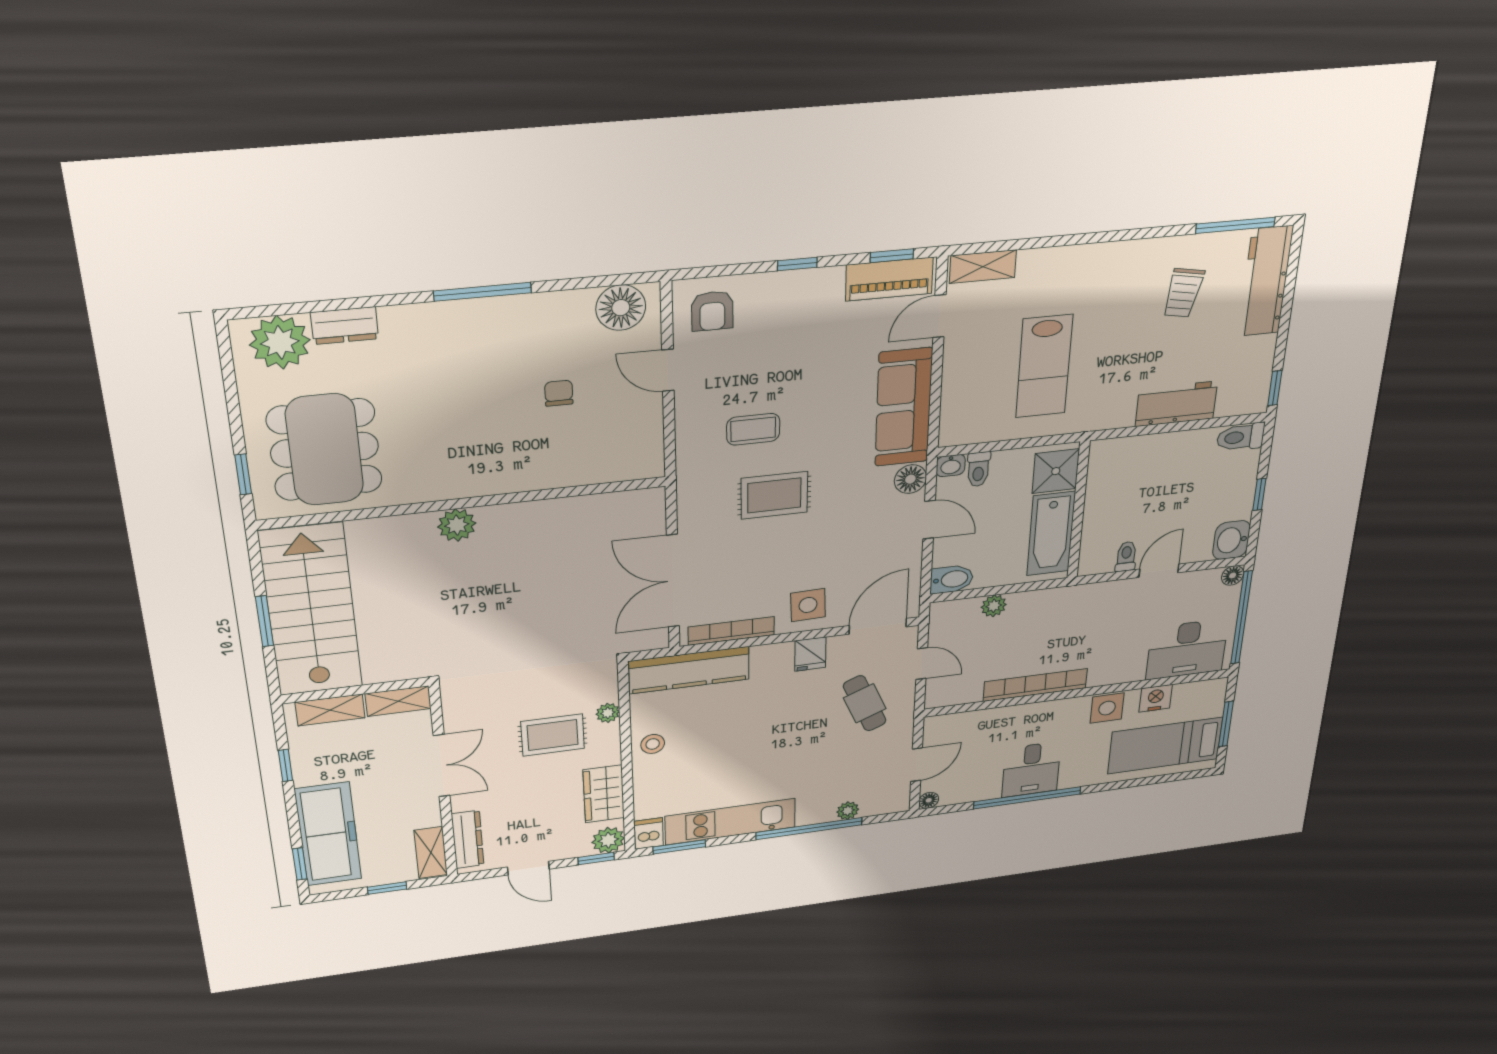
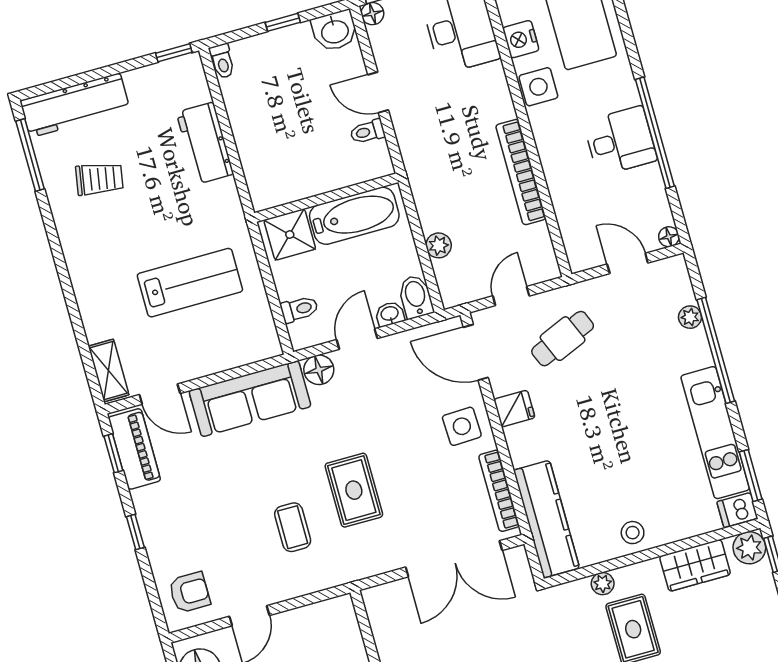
toilet: (1241, 437) -> (222, 61), width x0.73, depth x0.72
washbasin: (951, 466) -> (390, 314), moved, turned -90

